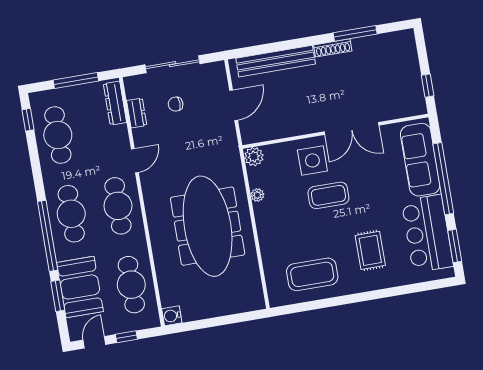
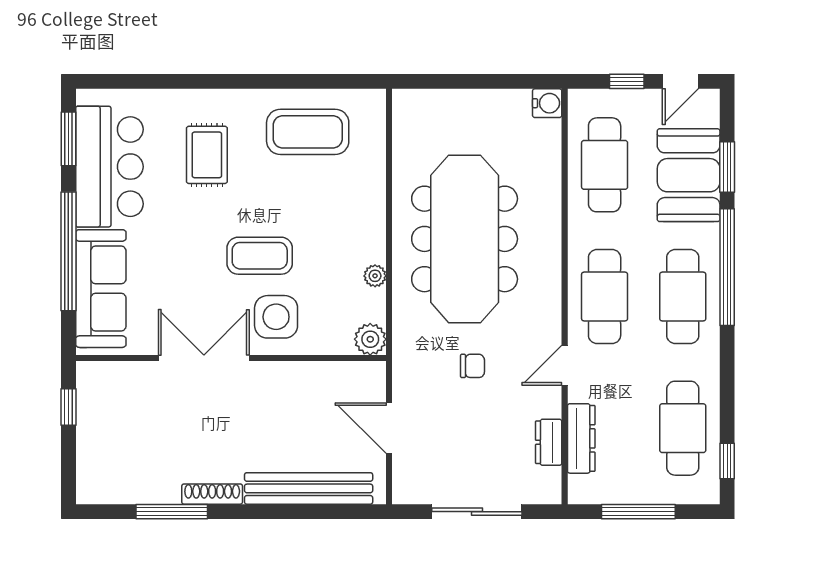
dresser: (115, 103) -> (581, 438), moved
chair: (176, 104) -> (472, 366), moved
door: (234, 105) -> (389, 428), hinge flipped

